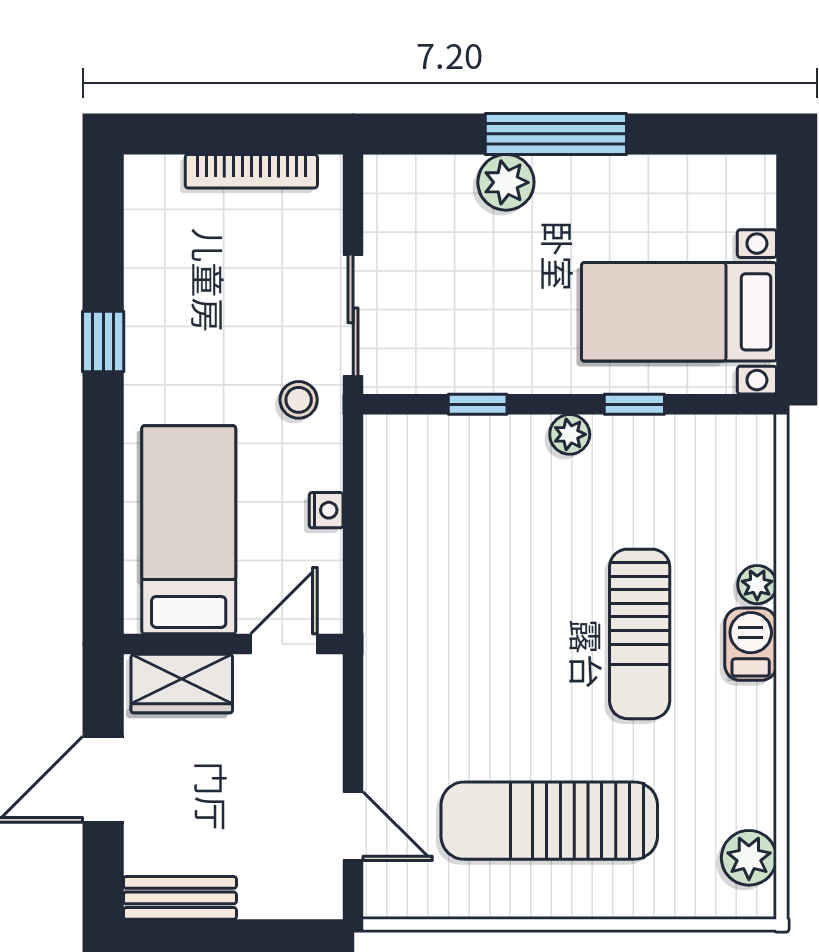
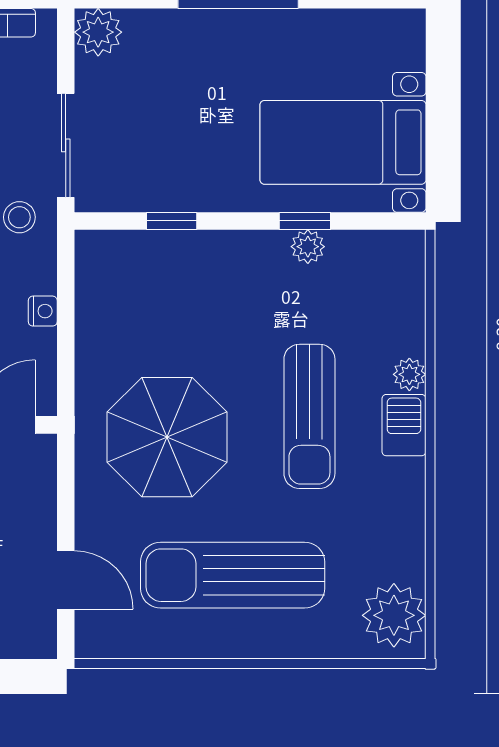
plant: (506, 182) -> (98, 32), moved
plant: (570, 434) -> (308, 247), moved
parasol: (472, 658) -> (167, 437), added
plant: (749, 858) -> (394, 615), width x1.36, depth x1.36

